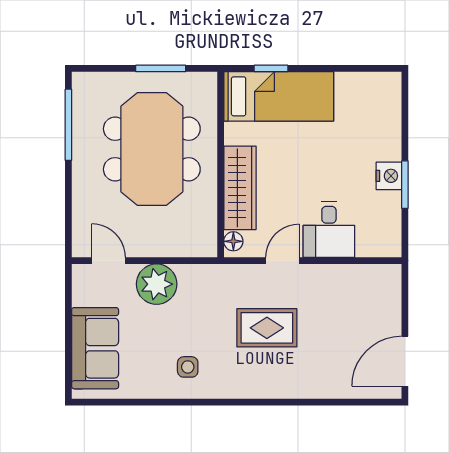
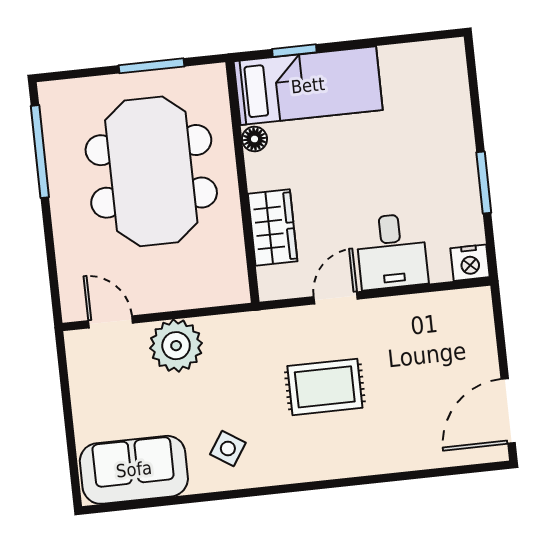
nightstand: (389, 176) -> (470, 263), moved, turned 90
wardrobe: (240, 188) -> (273, 227), width x0.67
floor lamp: (233, 241) -> (255, 139), moved
sofa: (95, 348) -> (134, 470), moved, turned -90
side table: (188, 367) -> (228, 449), turned 33

